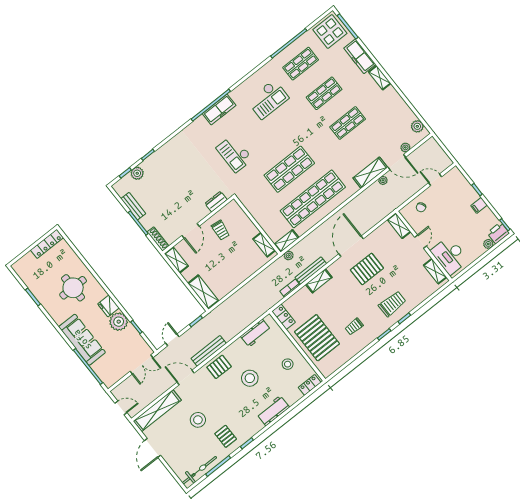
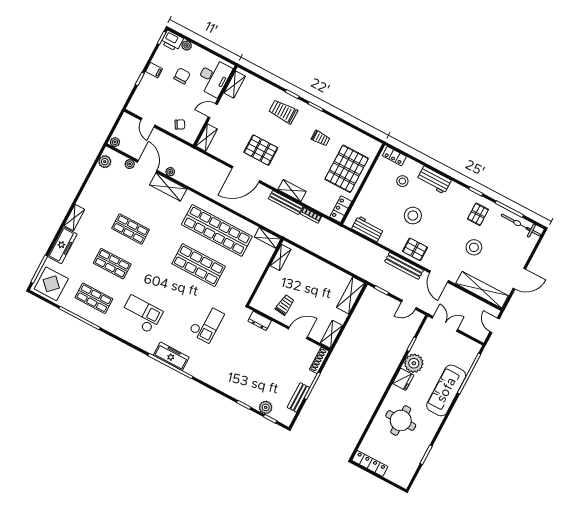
chair: (463, 228) -> (182, 76), added
plant: (289, 256) -> (115, 142), moved
stool: (288, 364) -> (402, 181), moved

